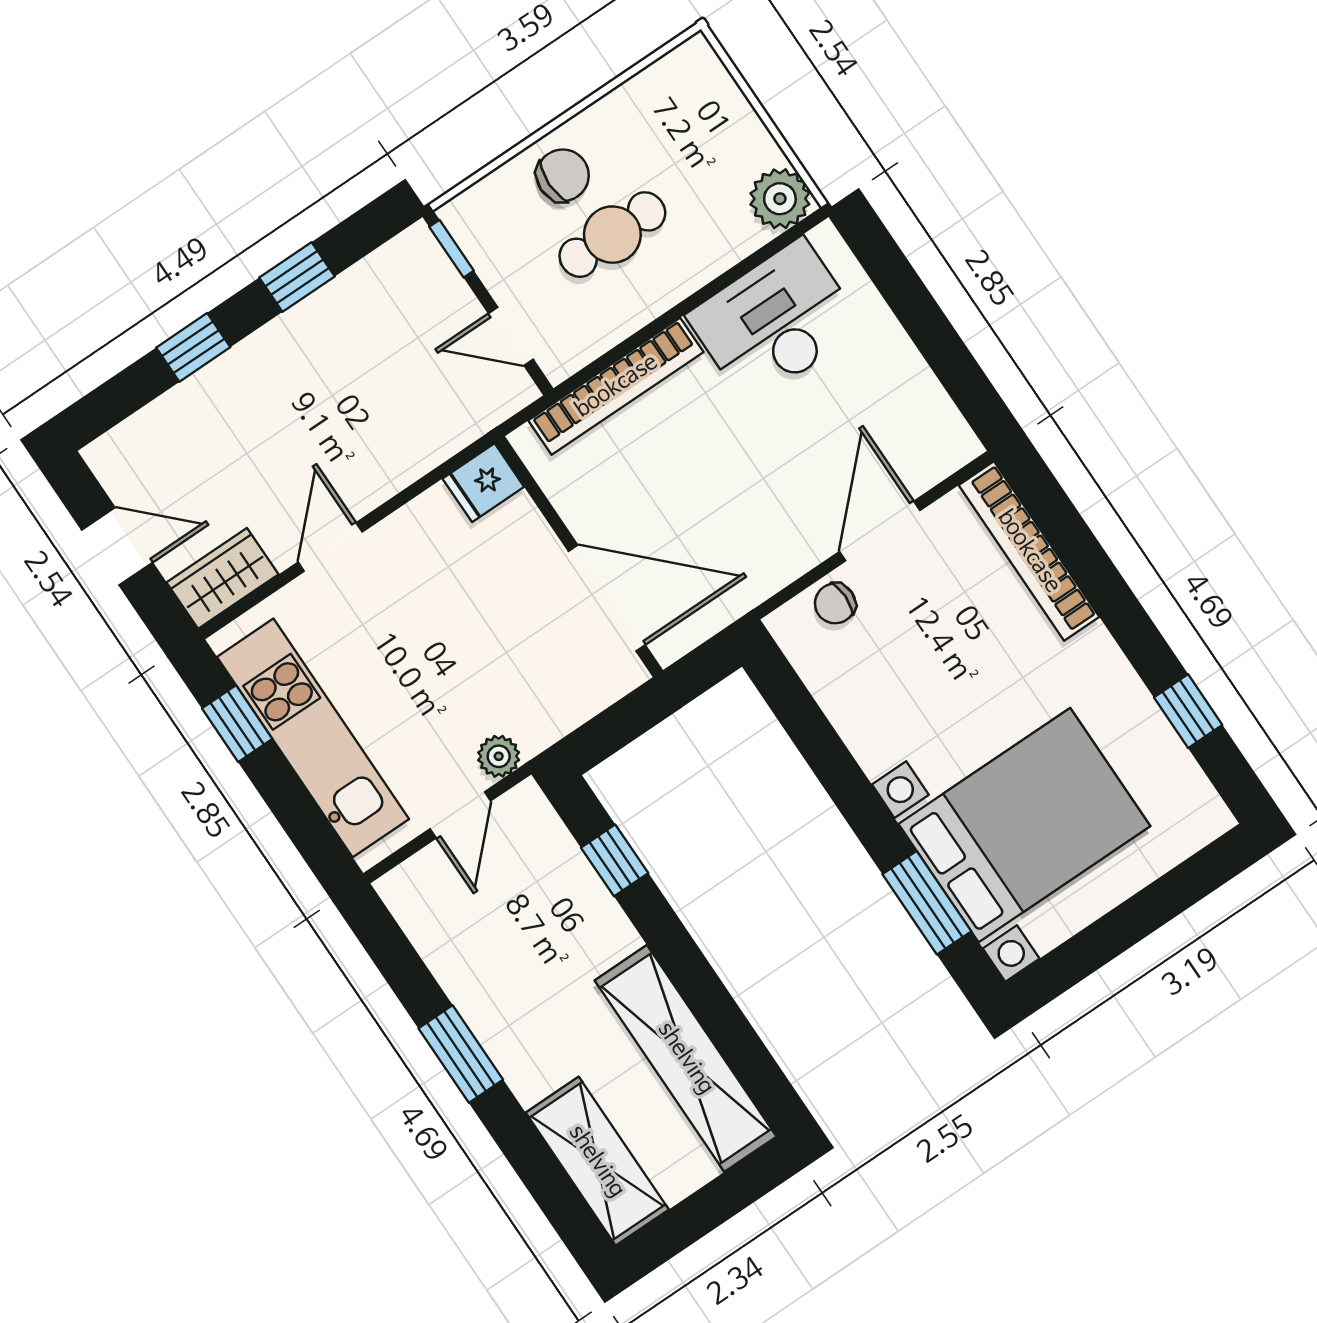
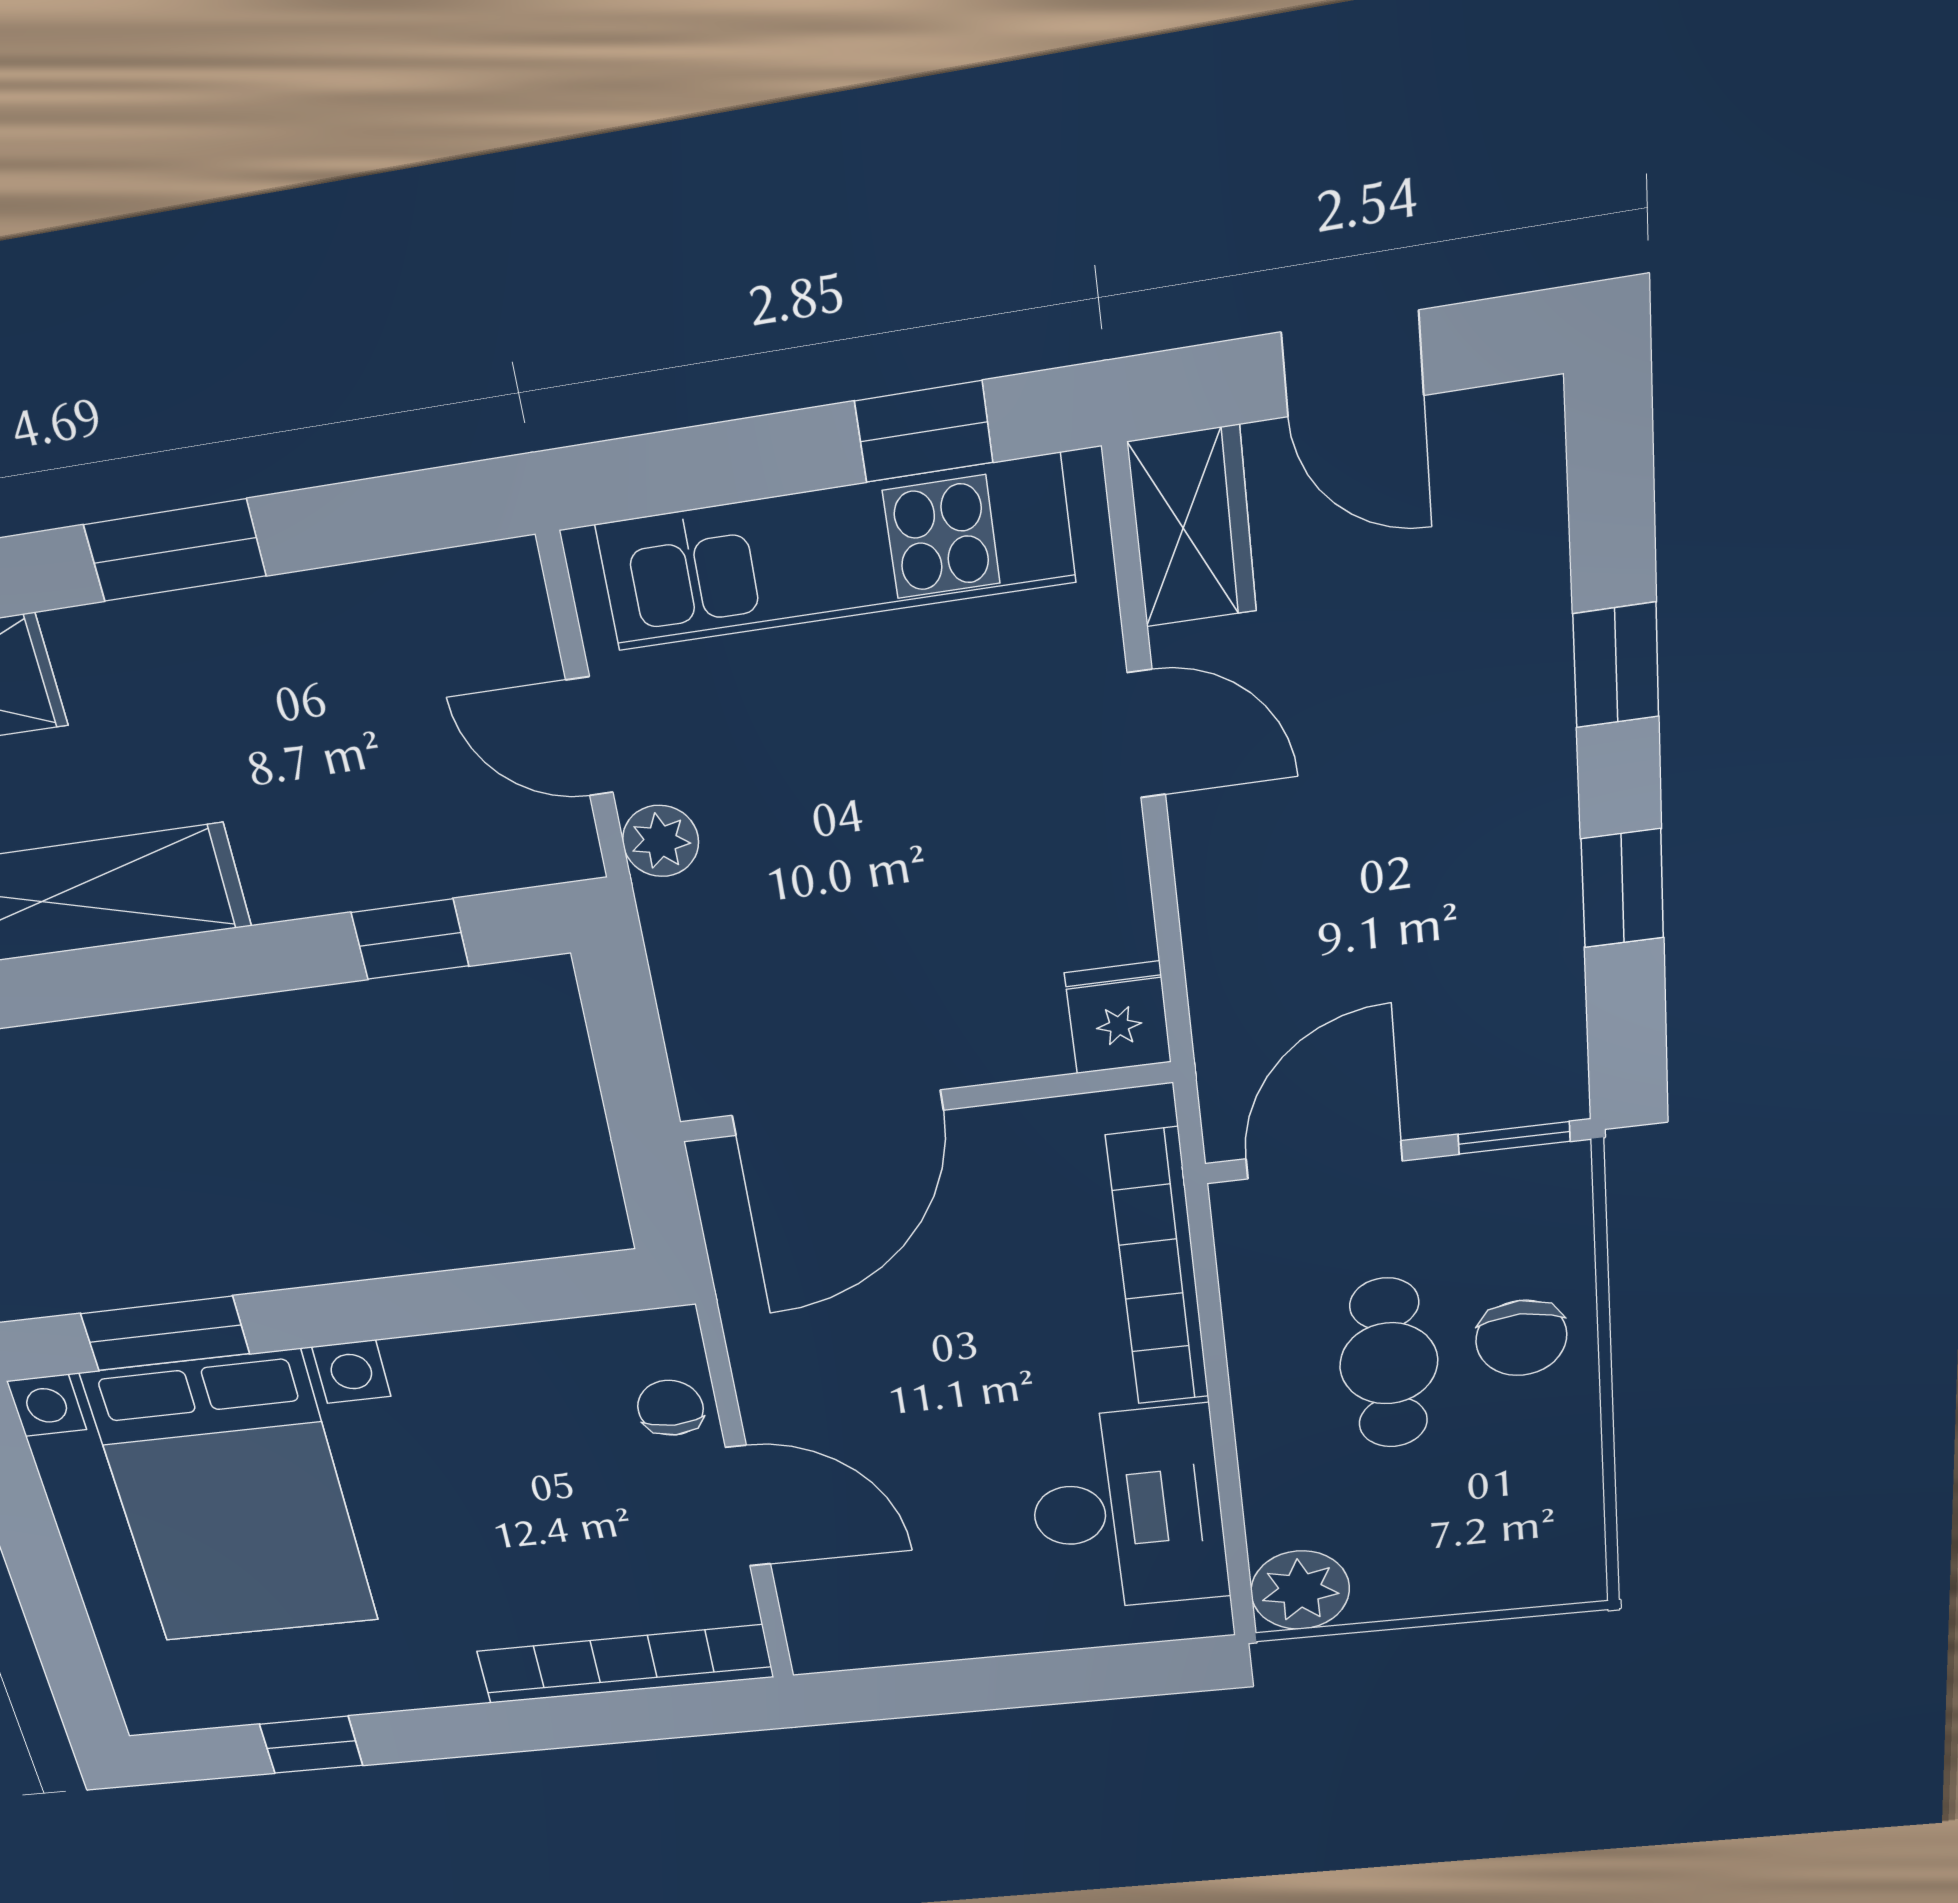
door: (511, 336) -> (1324, 1160), width x1.37
door: (117, 546) -> (1353, 364), hinge flipped

